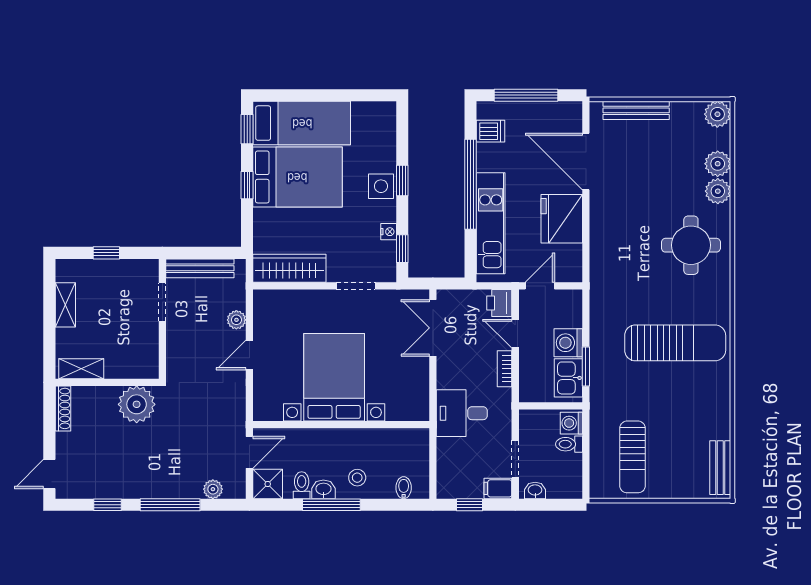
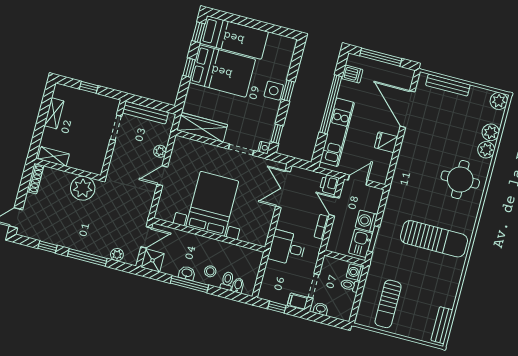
fridge: (562, 219) -> (386, 142), width x0.53, depth x0.75
nightstand: (389, 232) -> (264, 148), moved
toilet: (302, 485) -> (227, 281), moved

